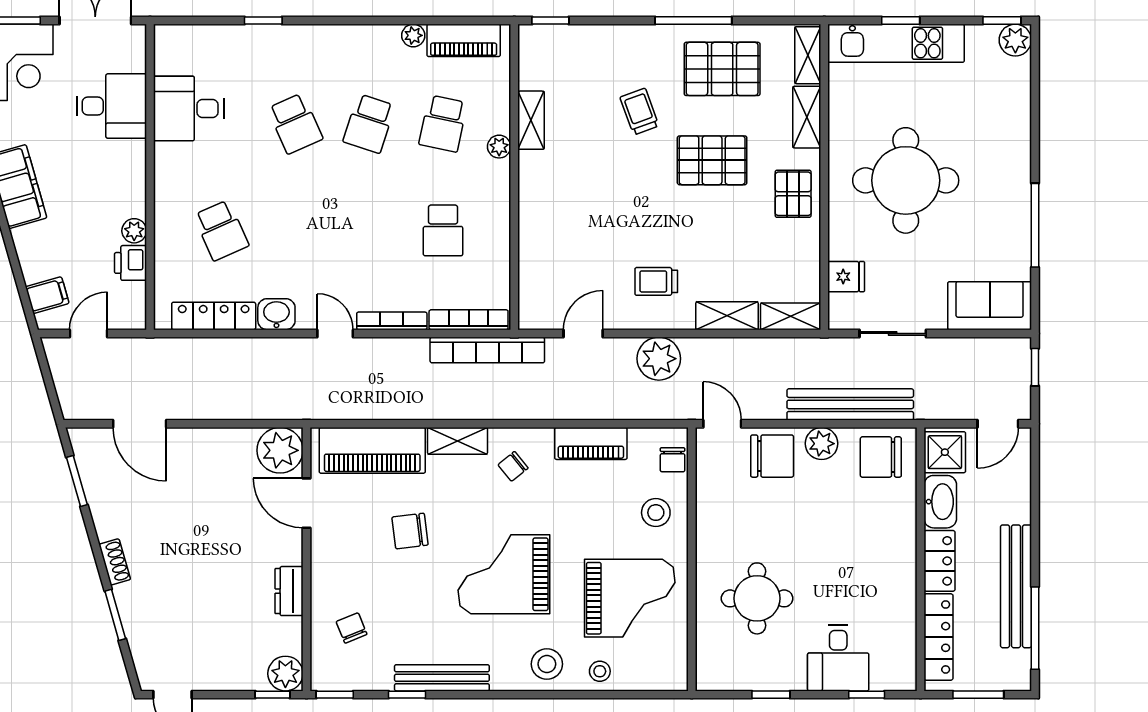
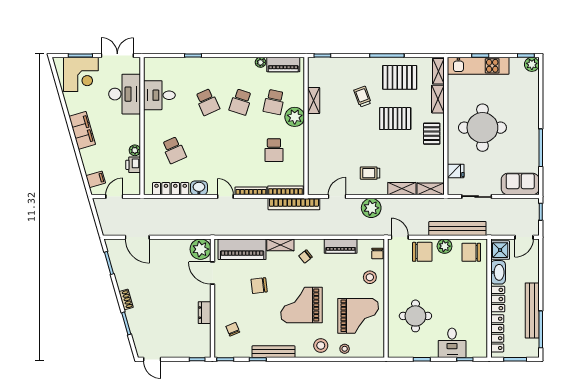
desk: (112, 106) -> (125, 94), width x1.37
plant: (499, 147) -> (295, 117), width x1.88, depth x1.88
plant: (285, 674) -> (203, 350), removed

